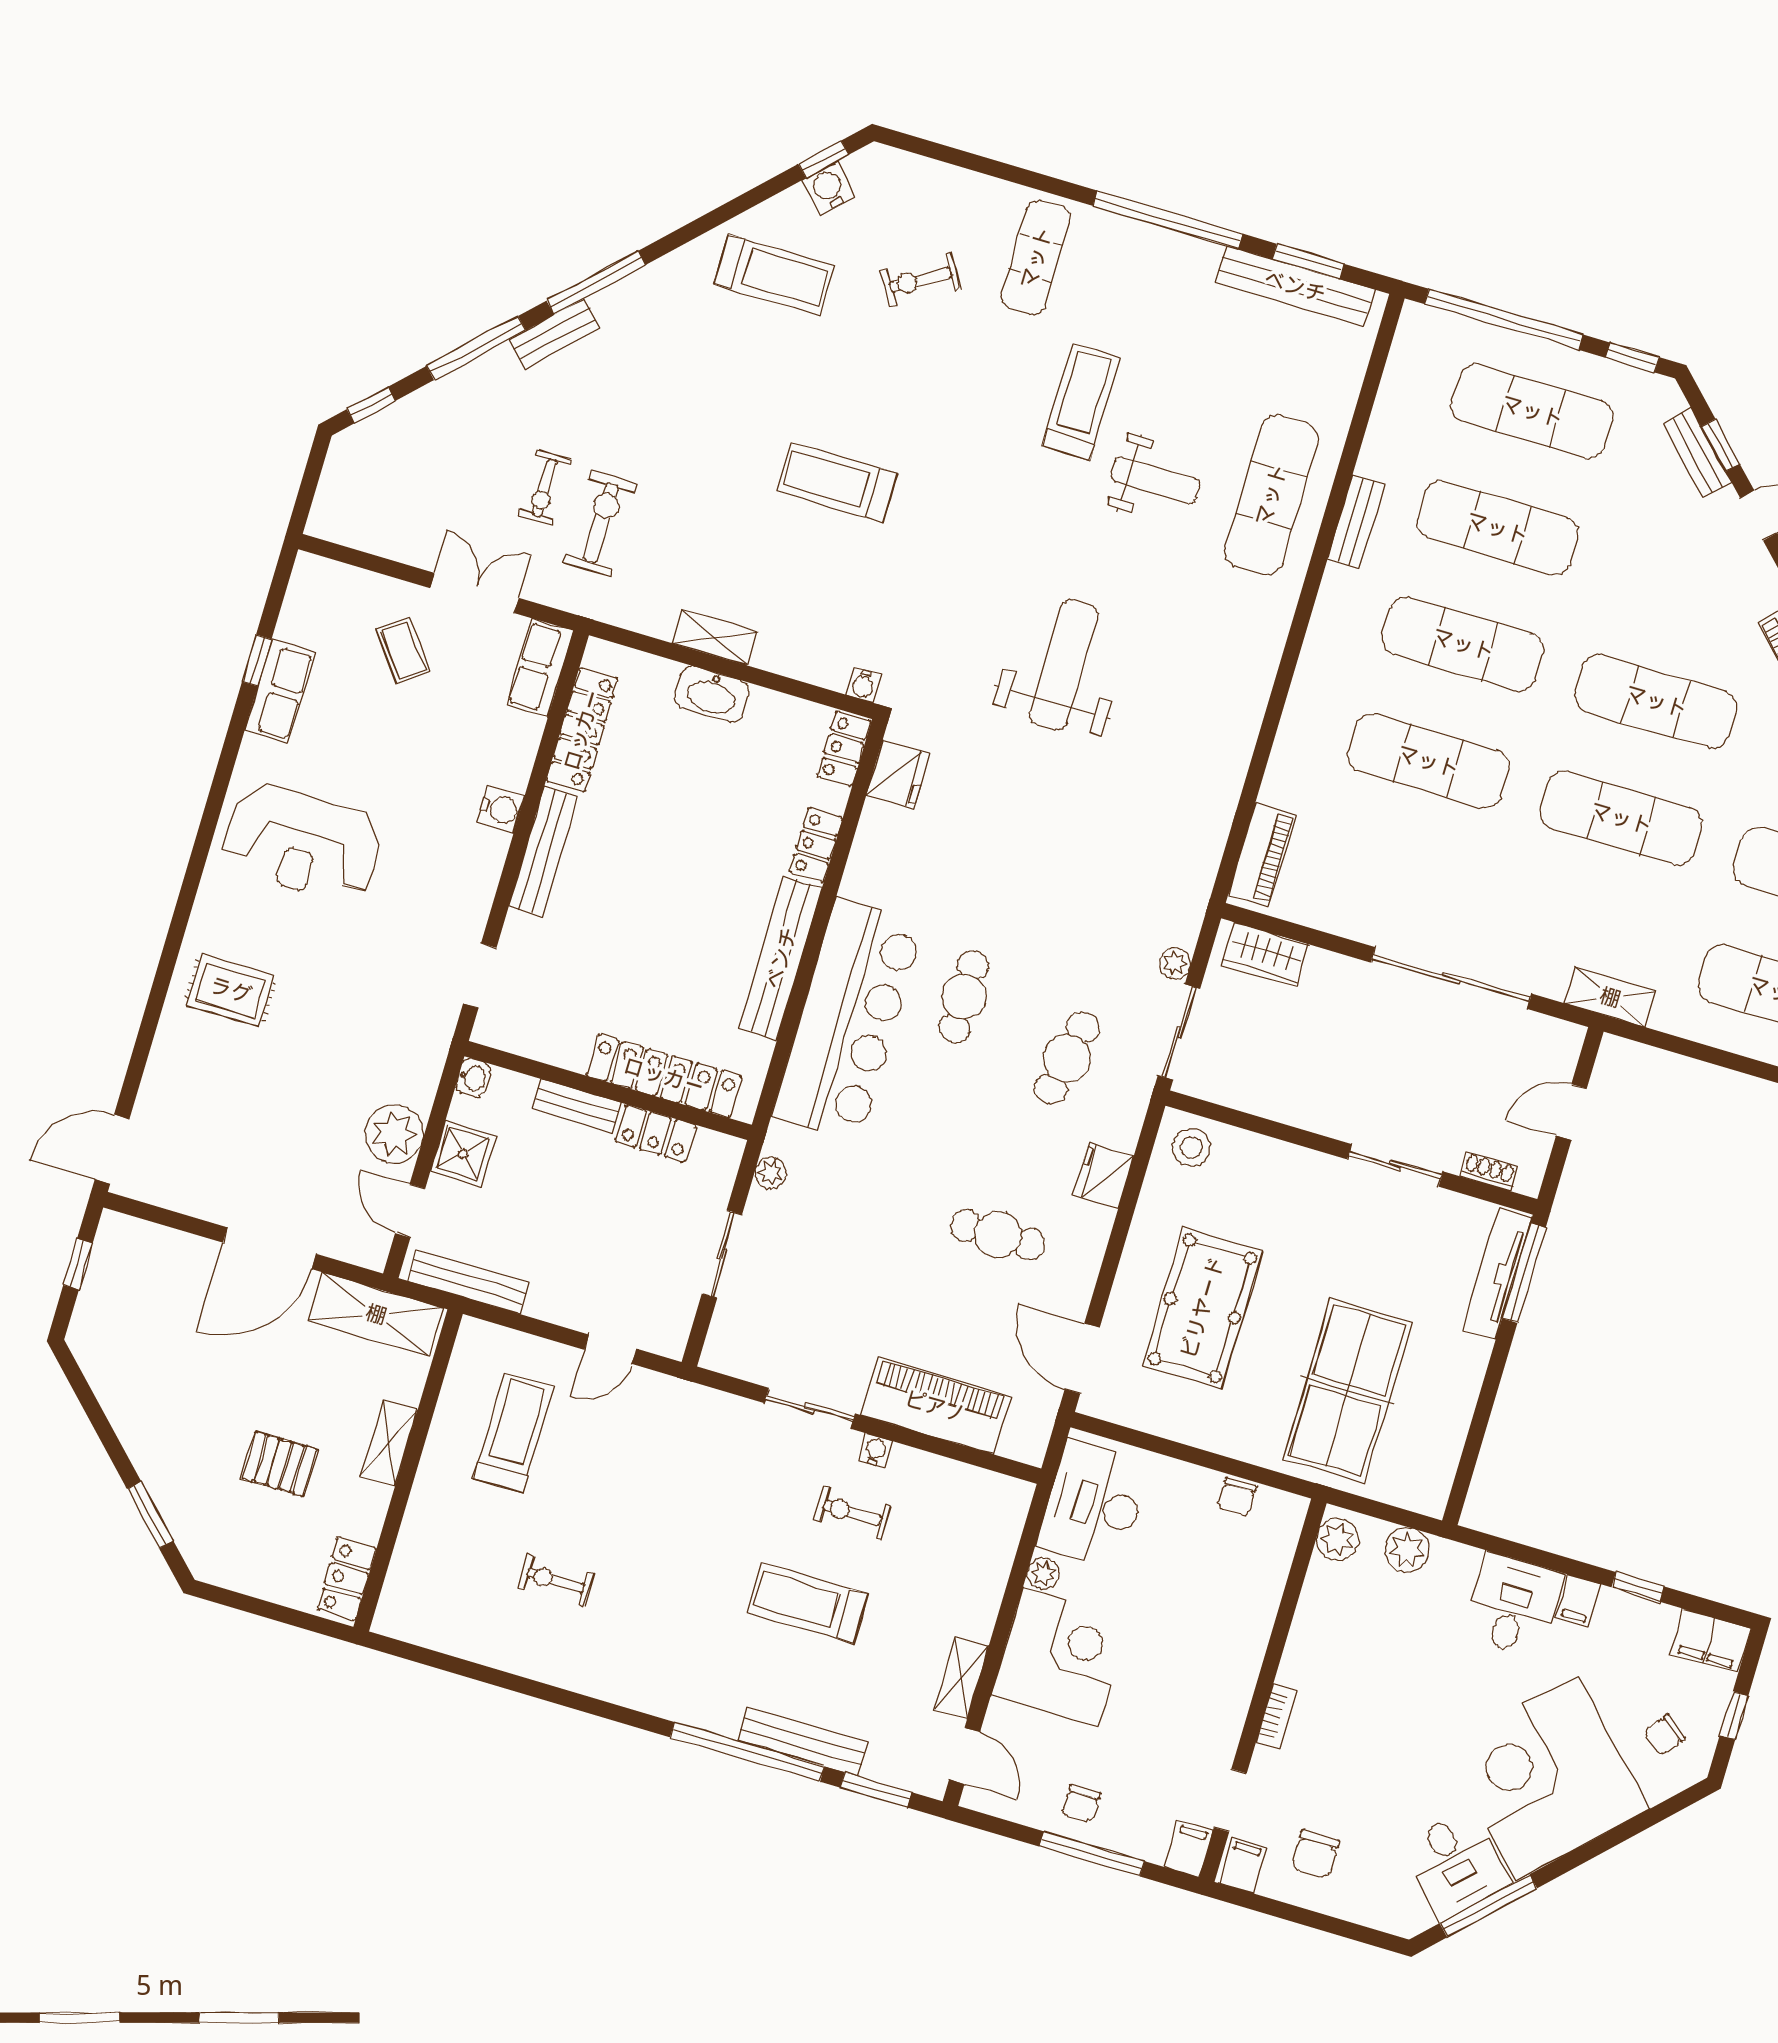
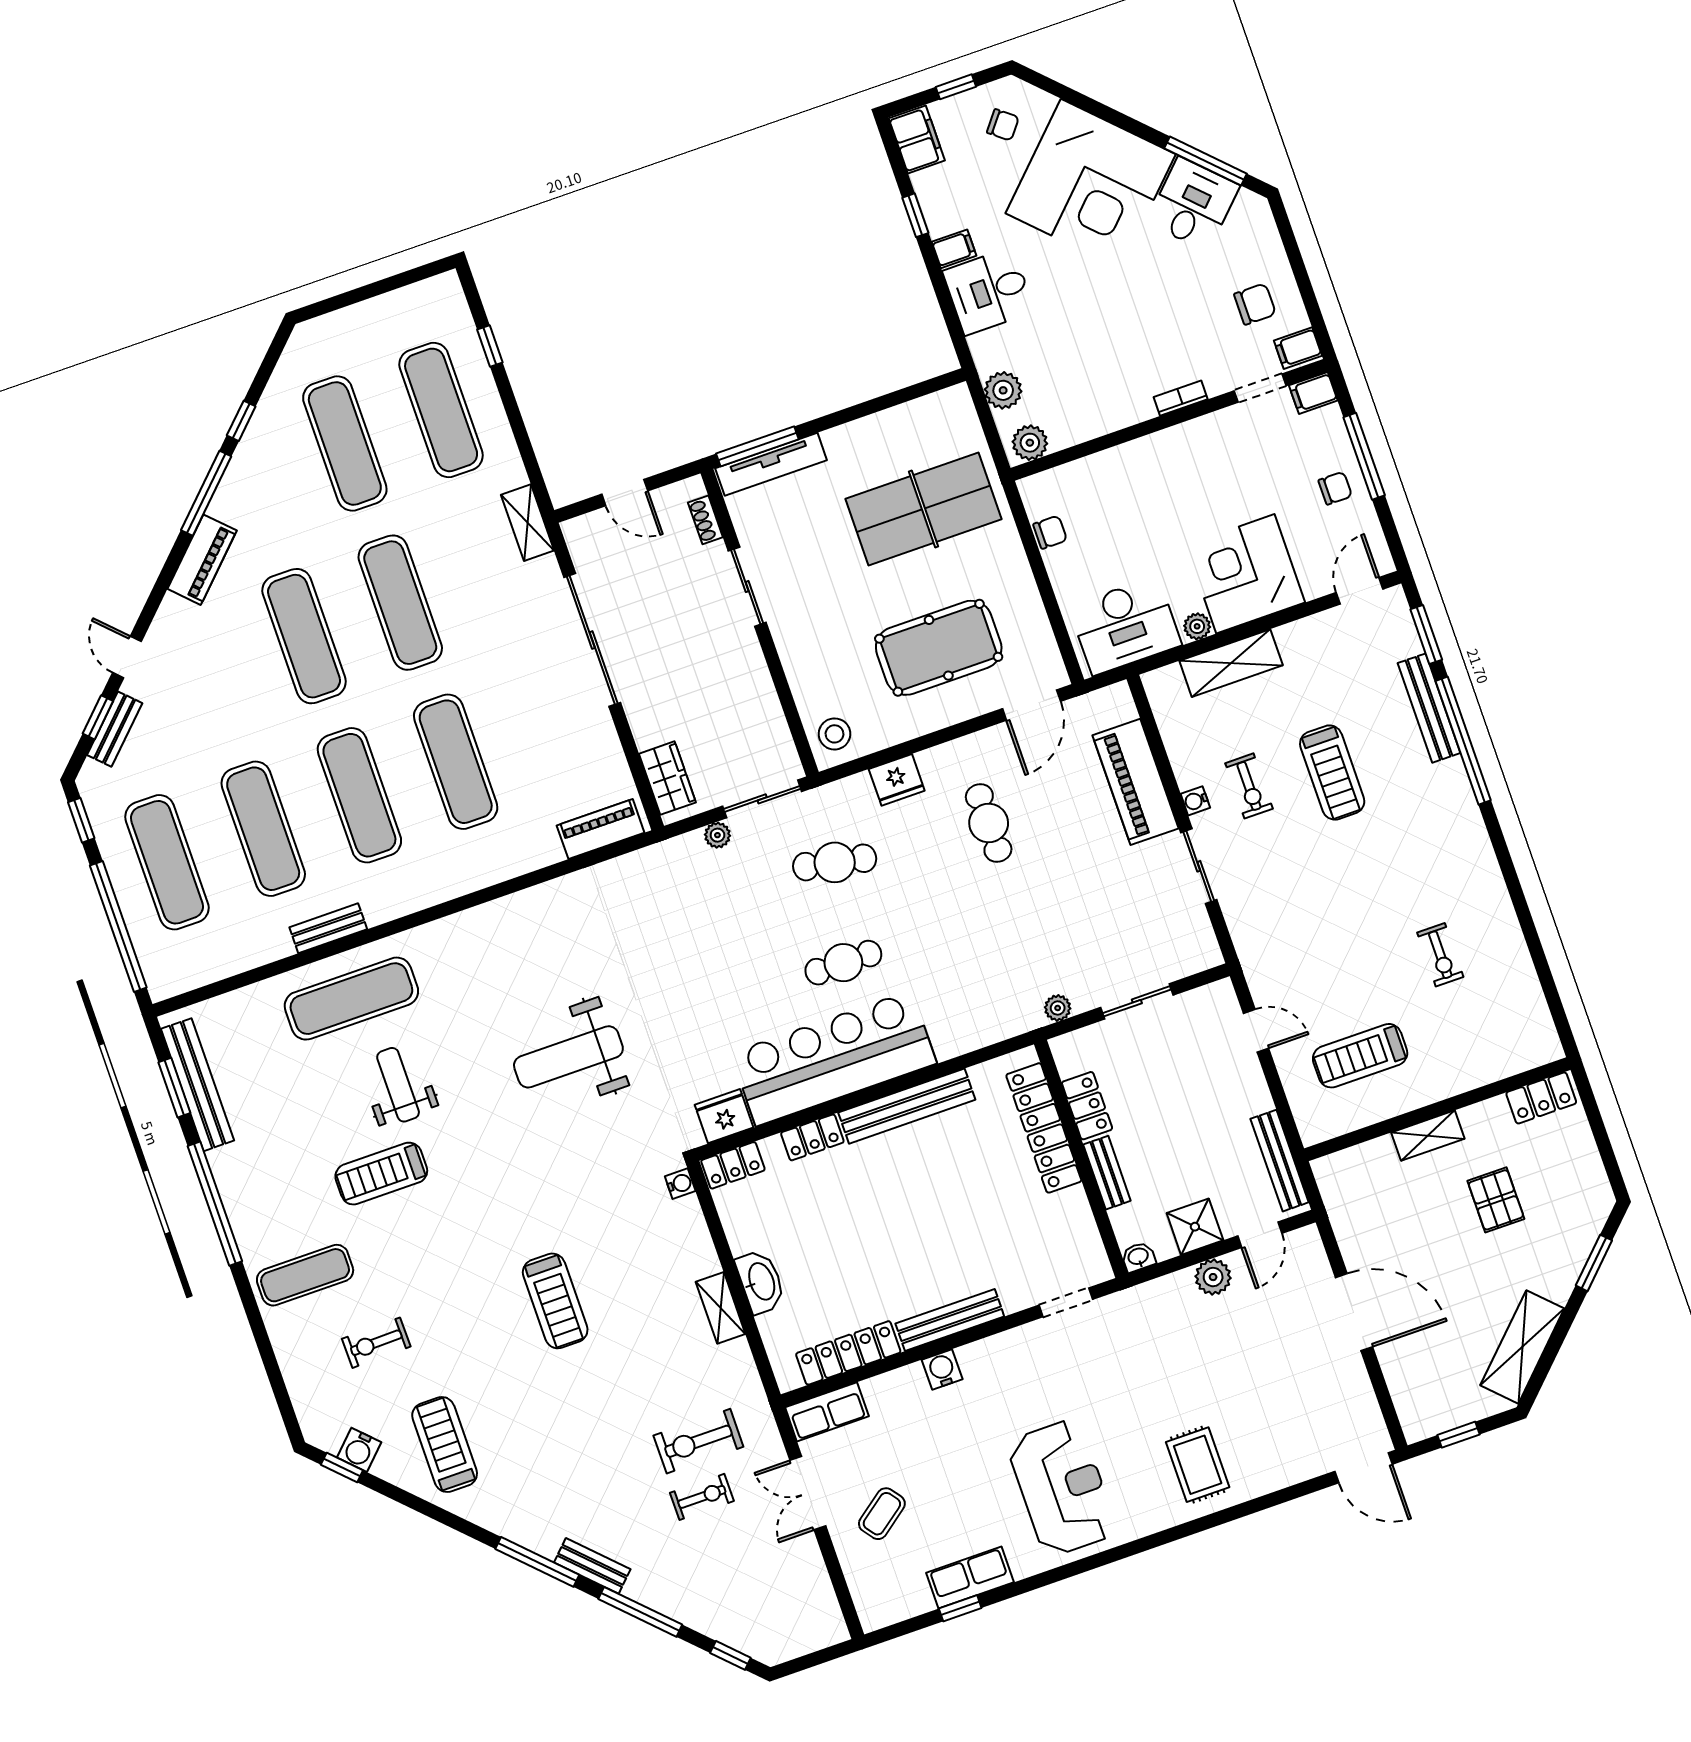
exercise bike: (921, 280) -> (376, 1343), turned 120
bar counter: (848, 1020) -> (834, 1058), moved
plant: (394, 1134) -> (1213, 1277), width x0.73, depth x0.73
shelving: (376, 1314) -> (1522, 1347), moved, turned 45
shelving: (961, 1678) -> (1231, 663), moved, width x1.50, depth x1.33

